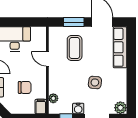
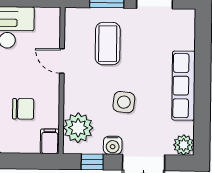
row of seats: (120, 47) -> (184, 86), moved
side table: (95, 82) -> (124, 102), moved
plant: (53, 98) -> (78, 128), width x1.88, depth x1.88

